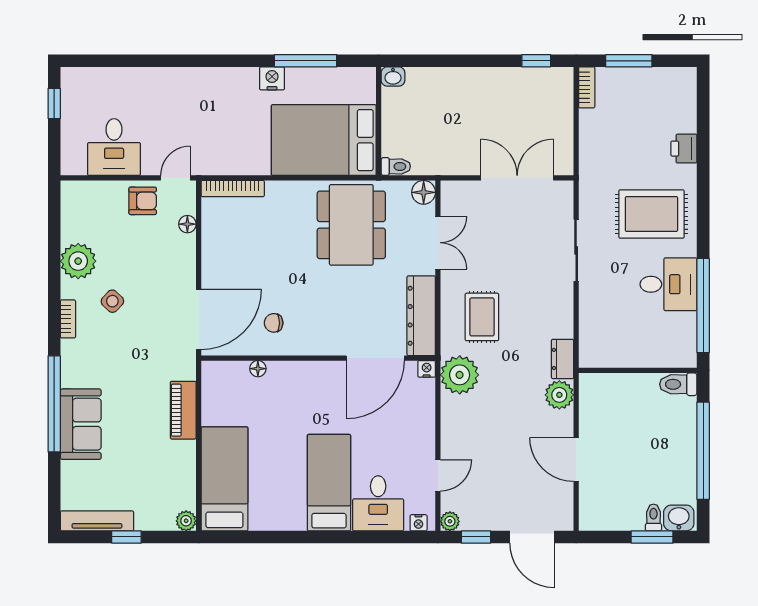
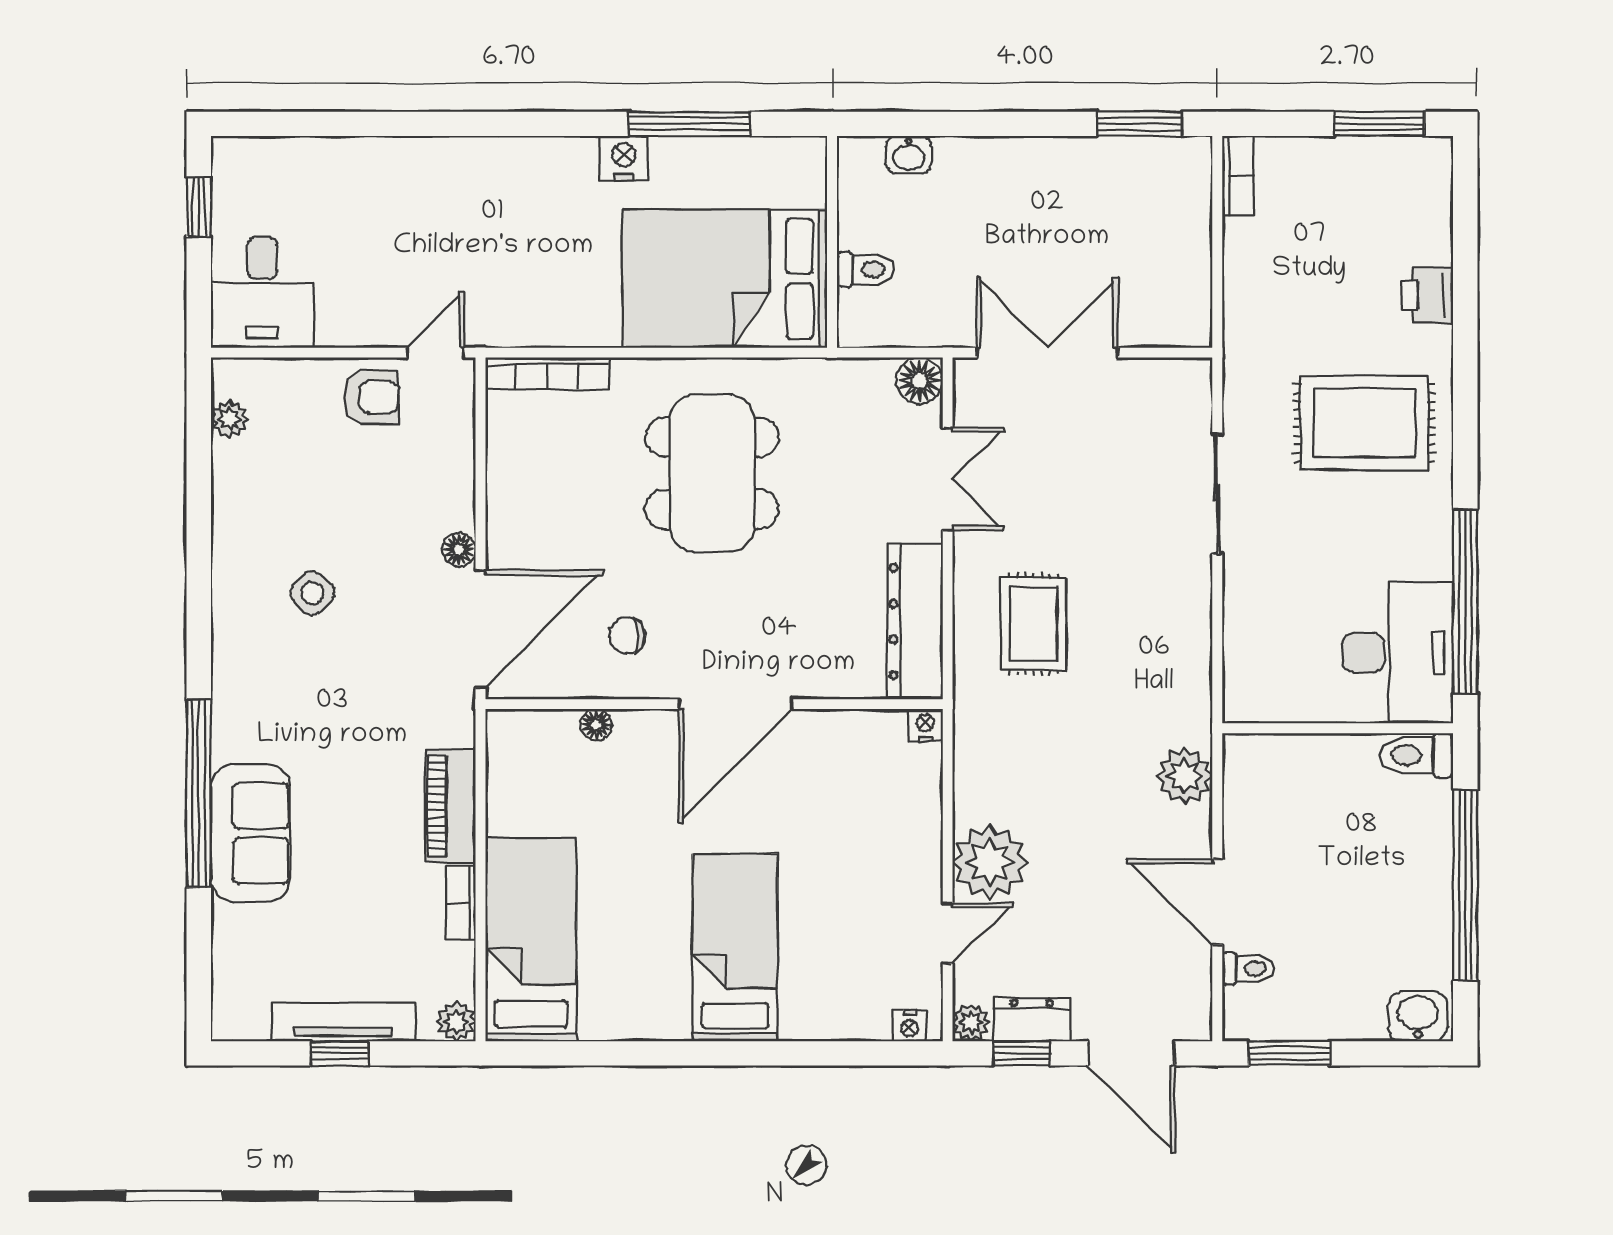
window: (536, 61) -> (1140, 124), width x1.50
window: (629, 61) -> (1379, 124), moved
washbasin: (393, 76) -> (909, 155), moved
desk: (114, 147) -> (262, 292), moved
toilet: (396, 166) -> (865, 270), moved
double door: (517, 178) -> (1047, 353), moved
floor lamp: (187, 224) -> (459, 549), moved
dining table: (351, 225) -> (712, 473), moved
plant: (78, 261) -> (229, 419), moved, width x0.53, depth x0.53
desk: (669, 284) -> (1398, 653), moved, width x1.37
bookcase: (68, 319) -> (461, 903), moved, turned 180
door: (375, 358) -> (735, 704), moved
dresser: (563, 359) -> (1032, 1020), moved, turned 90
plant: (460, 375) -> (990, 862), moved
desk: (378, 503) -> (831, 988), removed
toilet: (653, 517) -> (1248, 969), moved, turned 90
tv unit: (97, 521) -> (344, 1022), moved
window: (652, 537) -> (1289, 1053), moved

